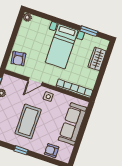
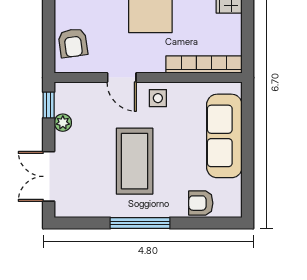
door: (35, 82) -> (122, 78), hinge flipped
window: (21, 150) -> (140, 223), width x2.17

